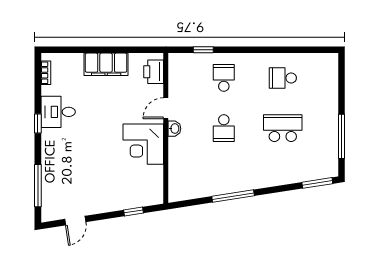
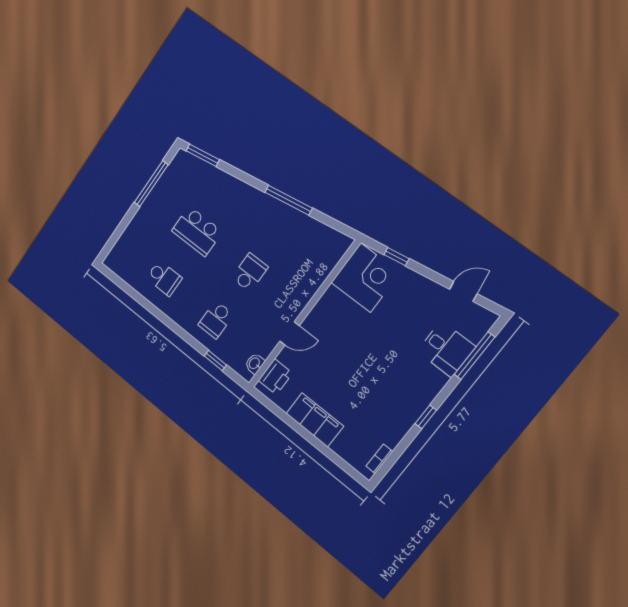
desk: (58, 112) -> (446, 349), moved
washbasin: (174, 129) -> (255, 364), moved
corner desk: (143, 144) -> (365, 278), moved

